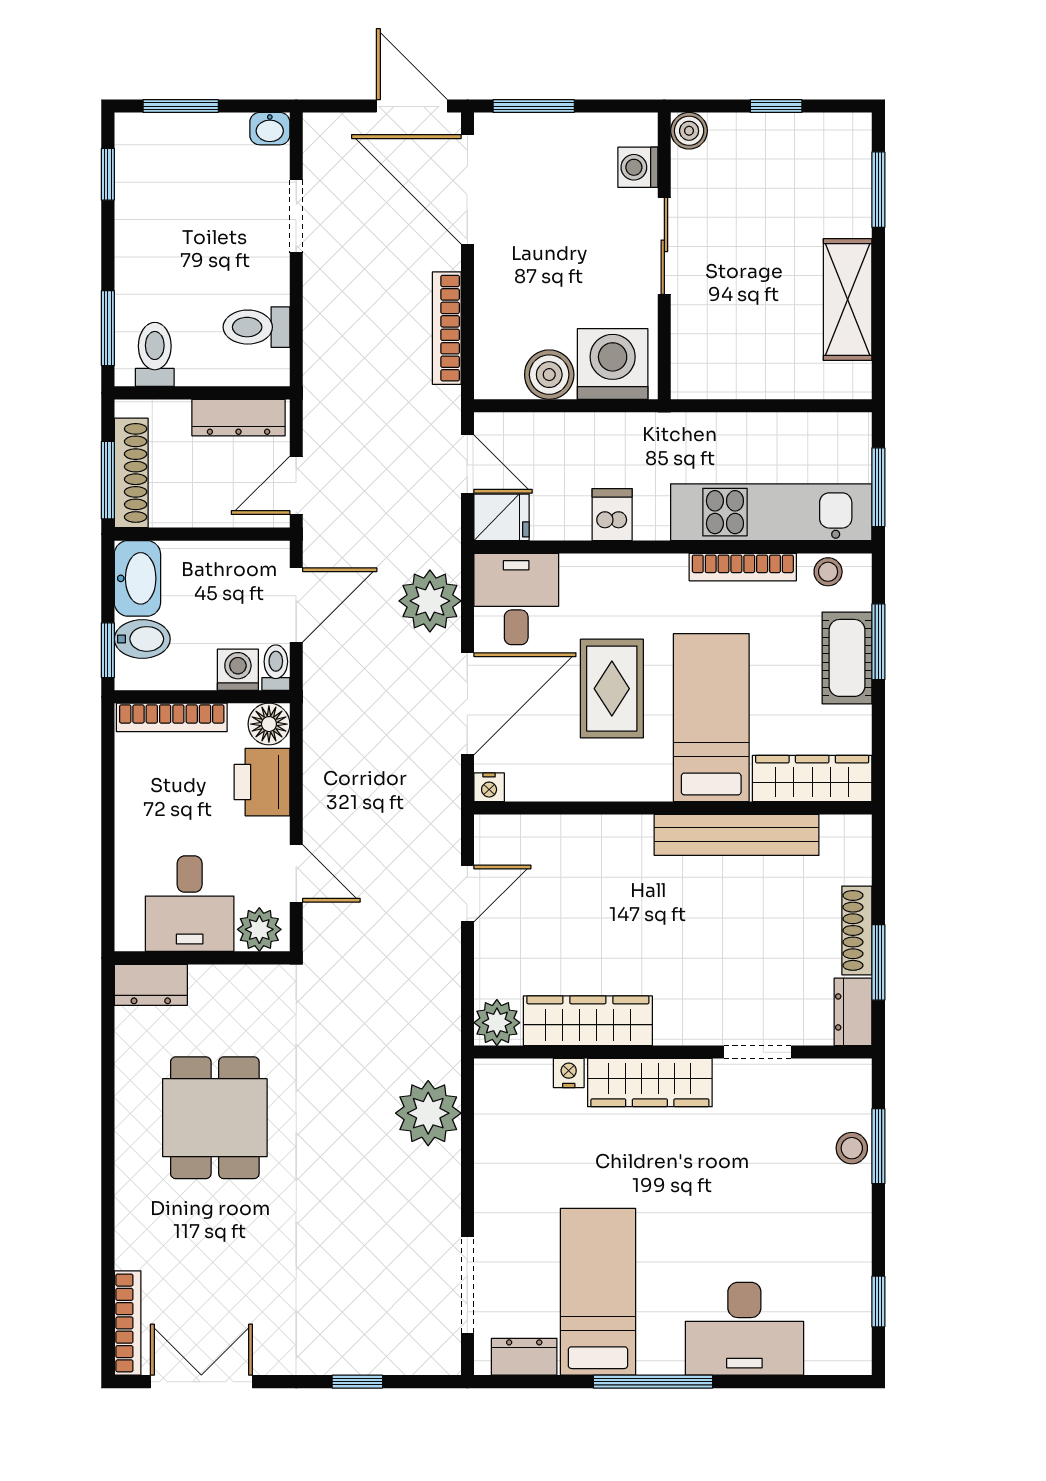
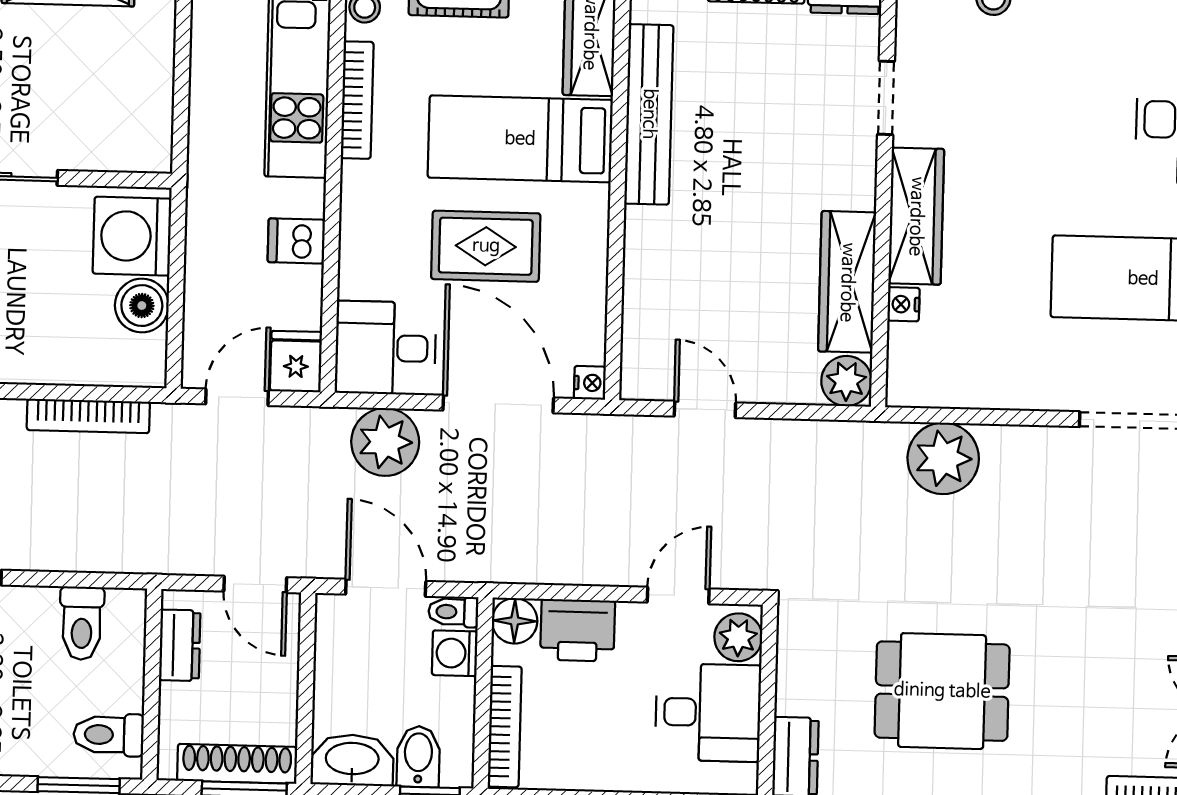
dresser: (239, 418) -> (180, 645), width x0.70

